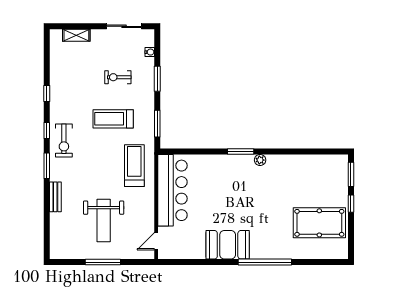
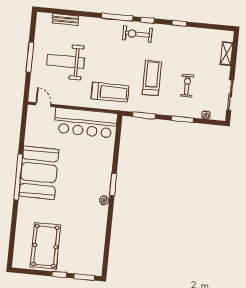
window: (47, 166) -> (117, 17), width x1.44
bench: (55, 197) -> (65, 20), moved
booth: (228, 245) -> (39, 173), width x1.36, depth x1.42
window: (265, 262) -> (18, 177), moved

